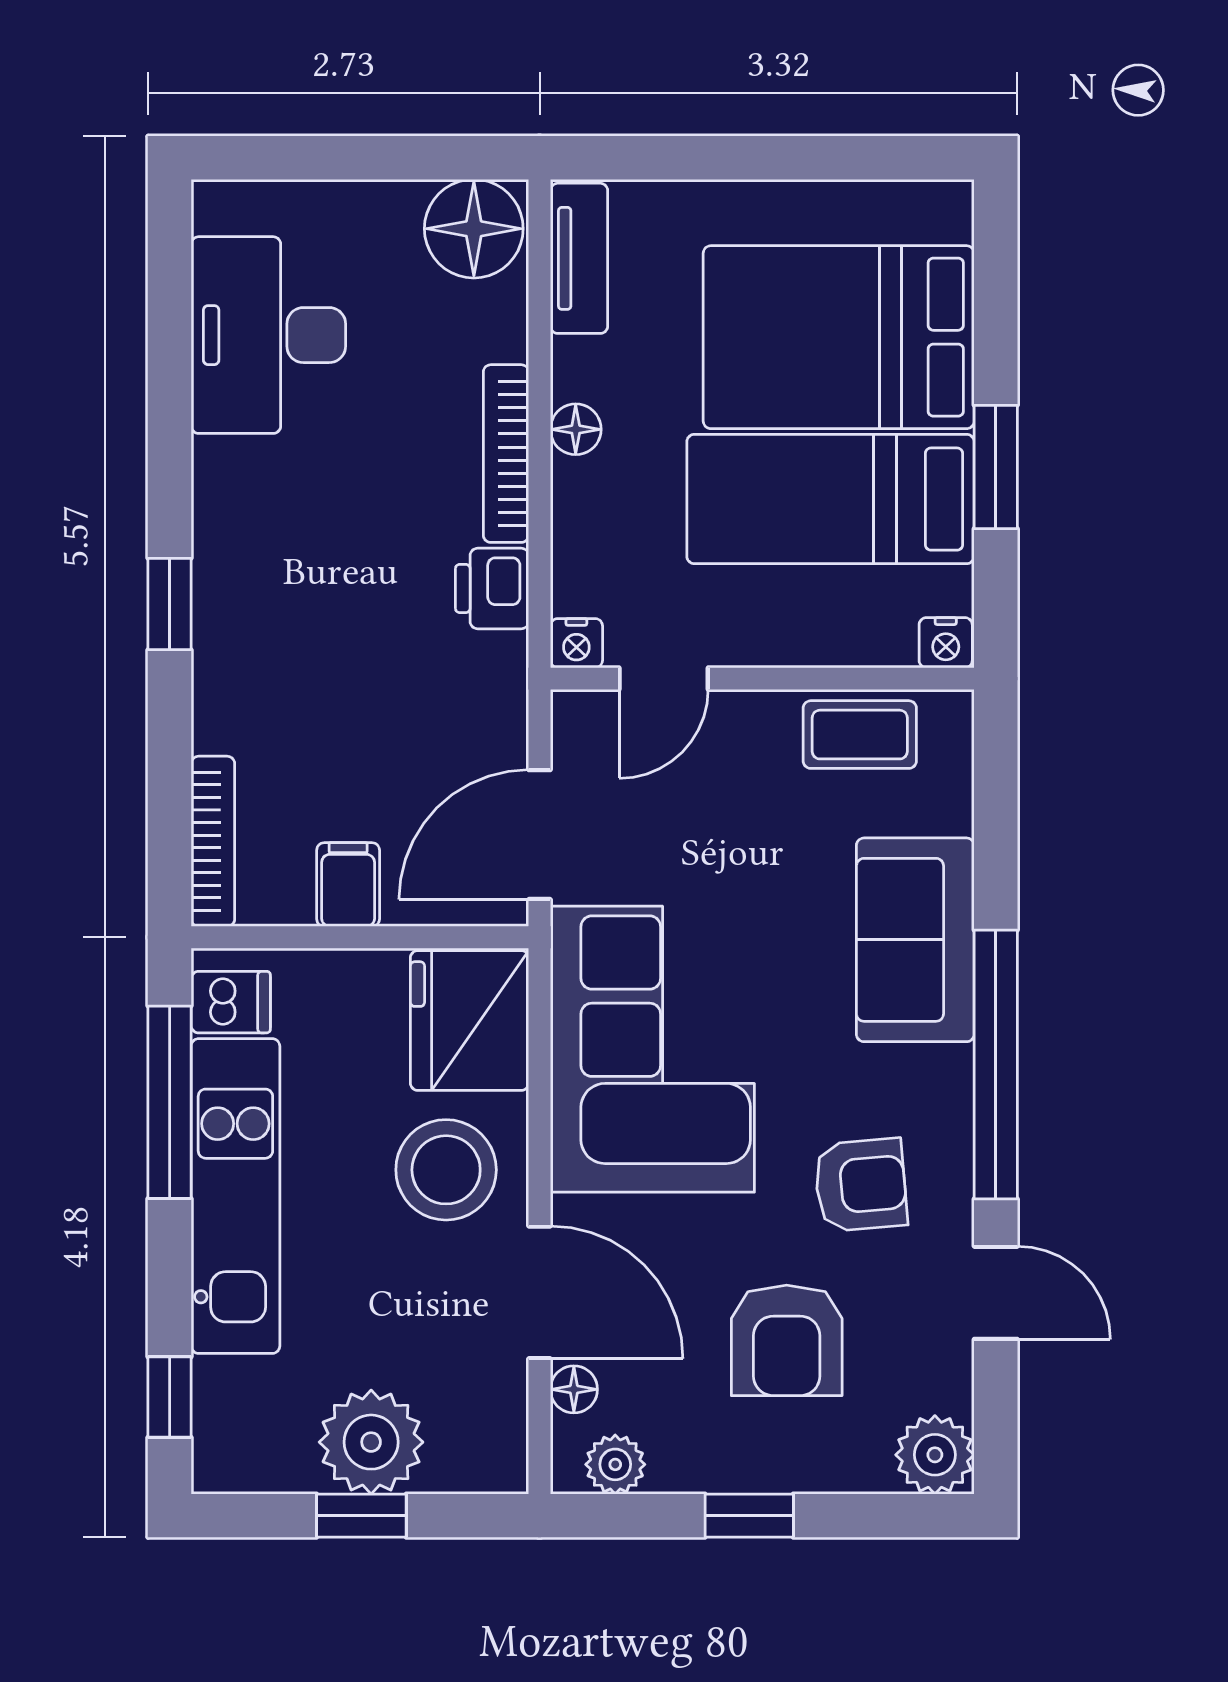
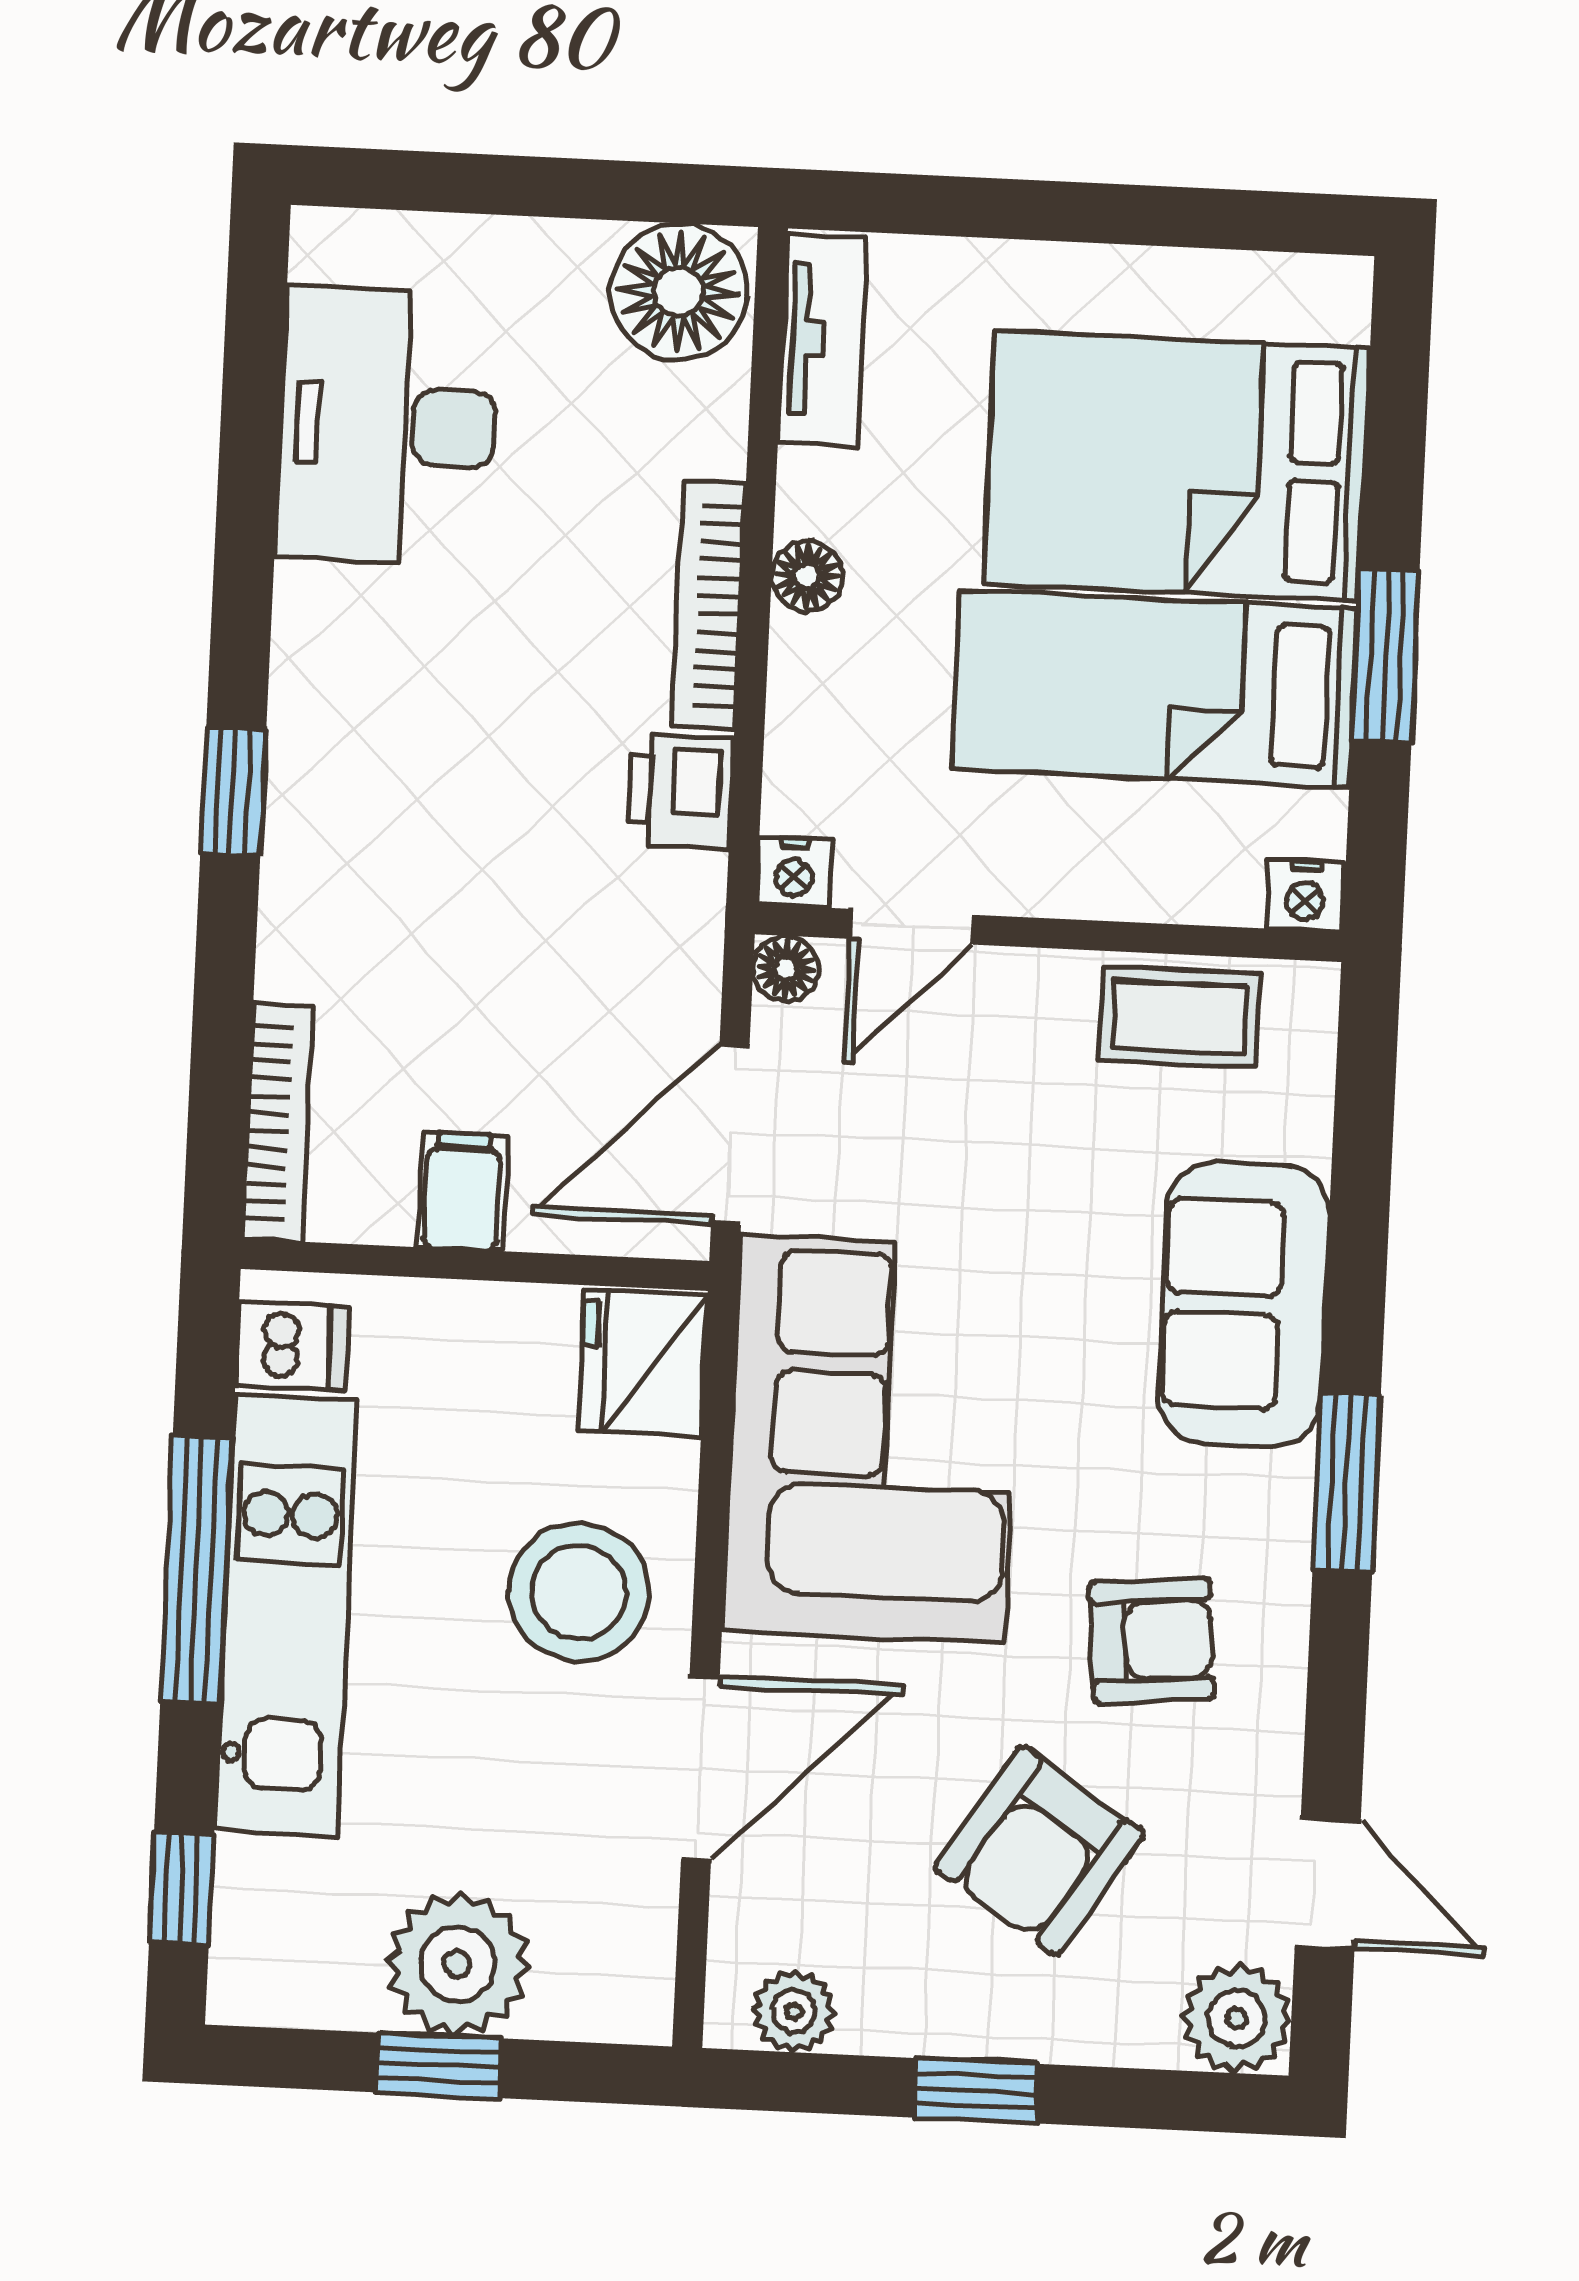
fridge: (470, 1020) -> (643, 1362), width x0.73, depth x0.75
window: (996, 1065) -> (1347, 1483), width x0.47
window: (170, 1102) -> (196, 1570), moved
door: (540, 1292) -> (700, 1768), hinge flipped
door: (996, 1293) -> (1328, 1883), moved
armchair: (787, 1340) -> (1039, 1851), turned 33
floor lamp: (574, 1389) -> (786, 968), moved

